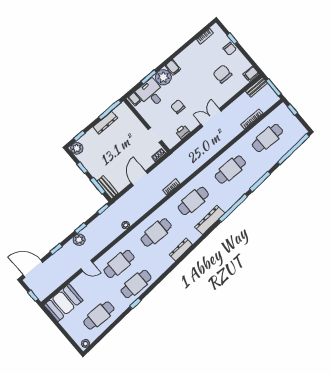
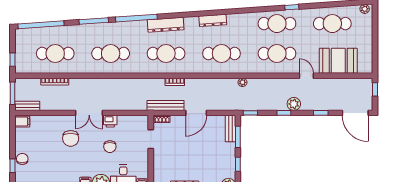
chair: (222, 74) -> (71, 138), moved
printer: (183, 132) -> (110, 121), moved
bench: (164, 166) -> (166, 105), added
booth: (63, 303) -> (338, 61), moved

